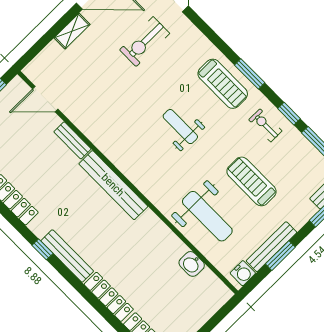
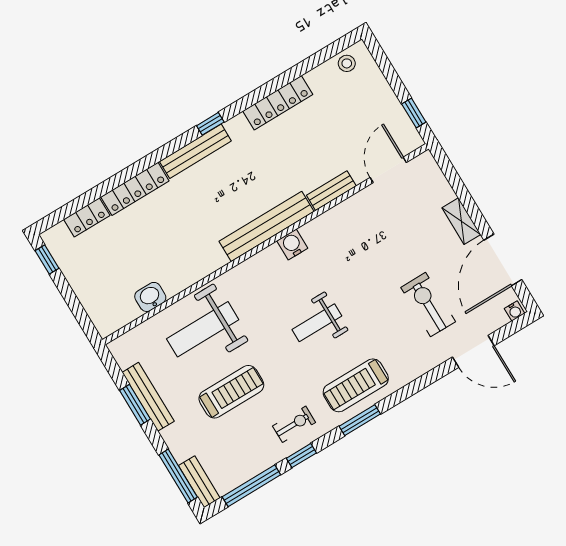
weight bench: (180, 127) -> (317, 323), turned 180
water cooler: (243, 273) -> (292, 244), moved, turned 90

